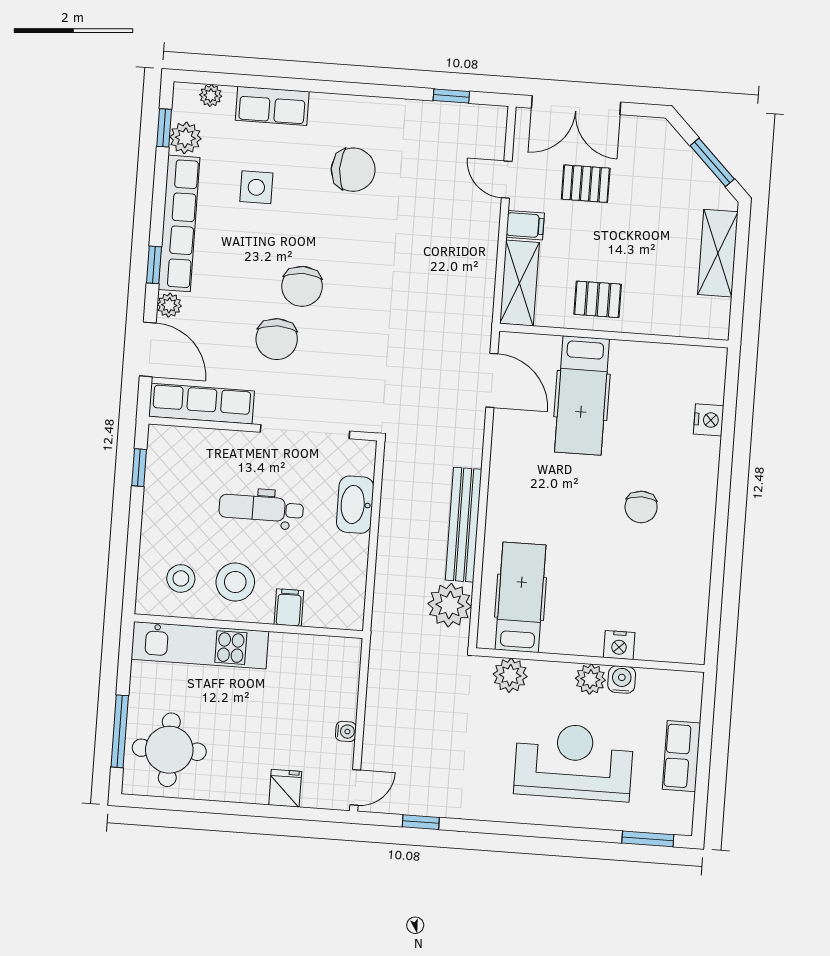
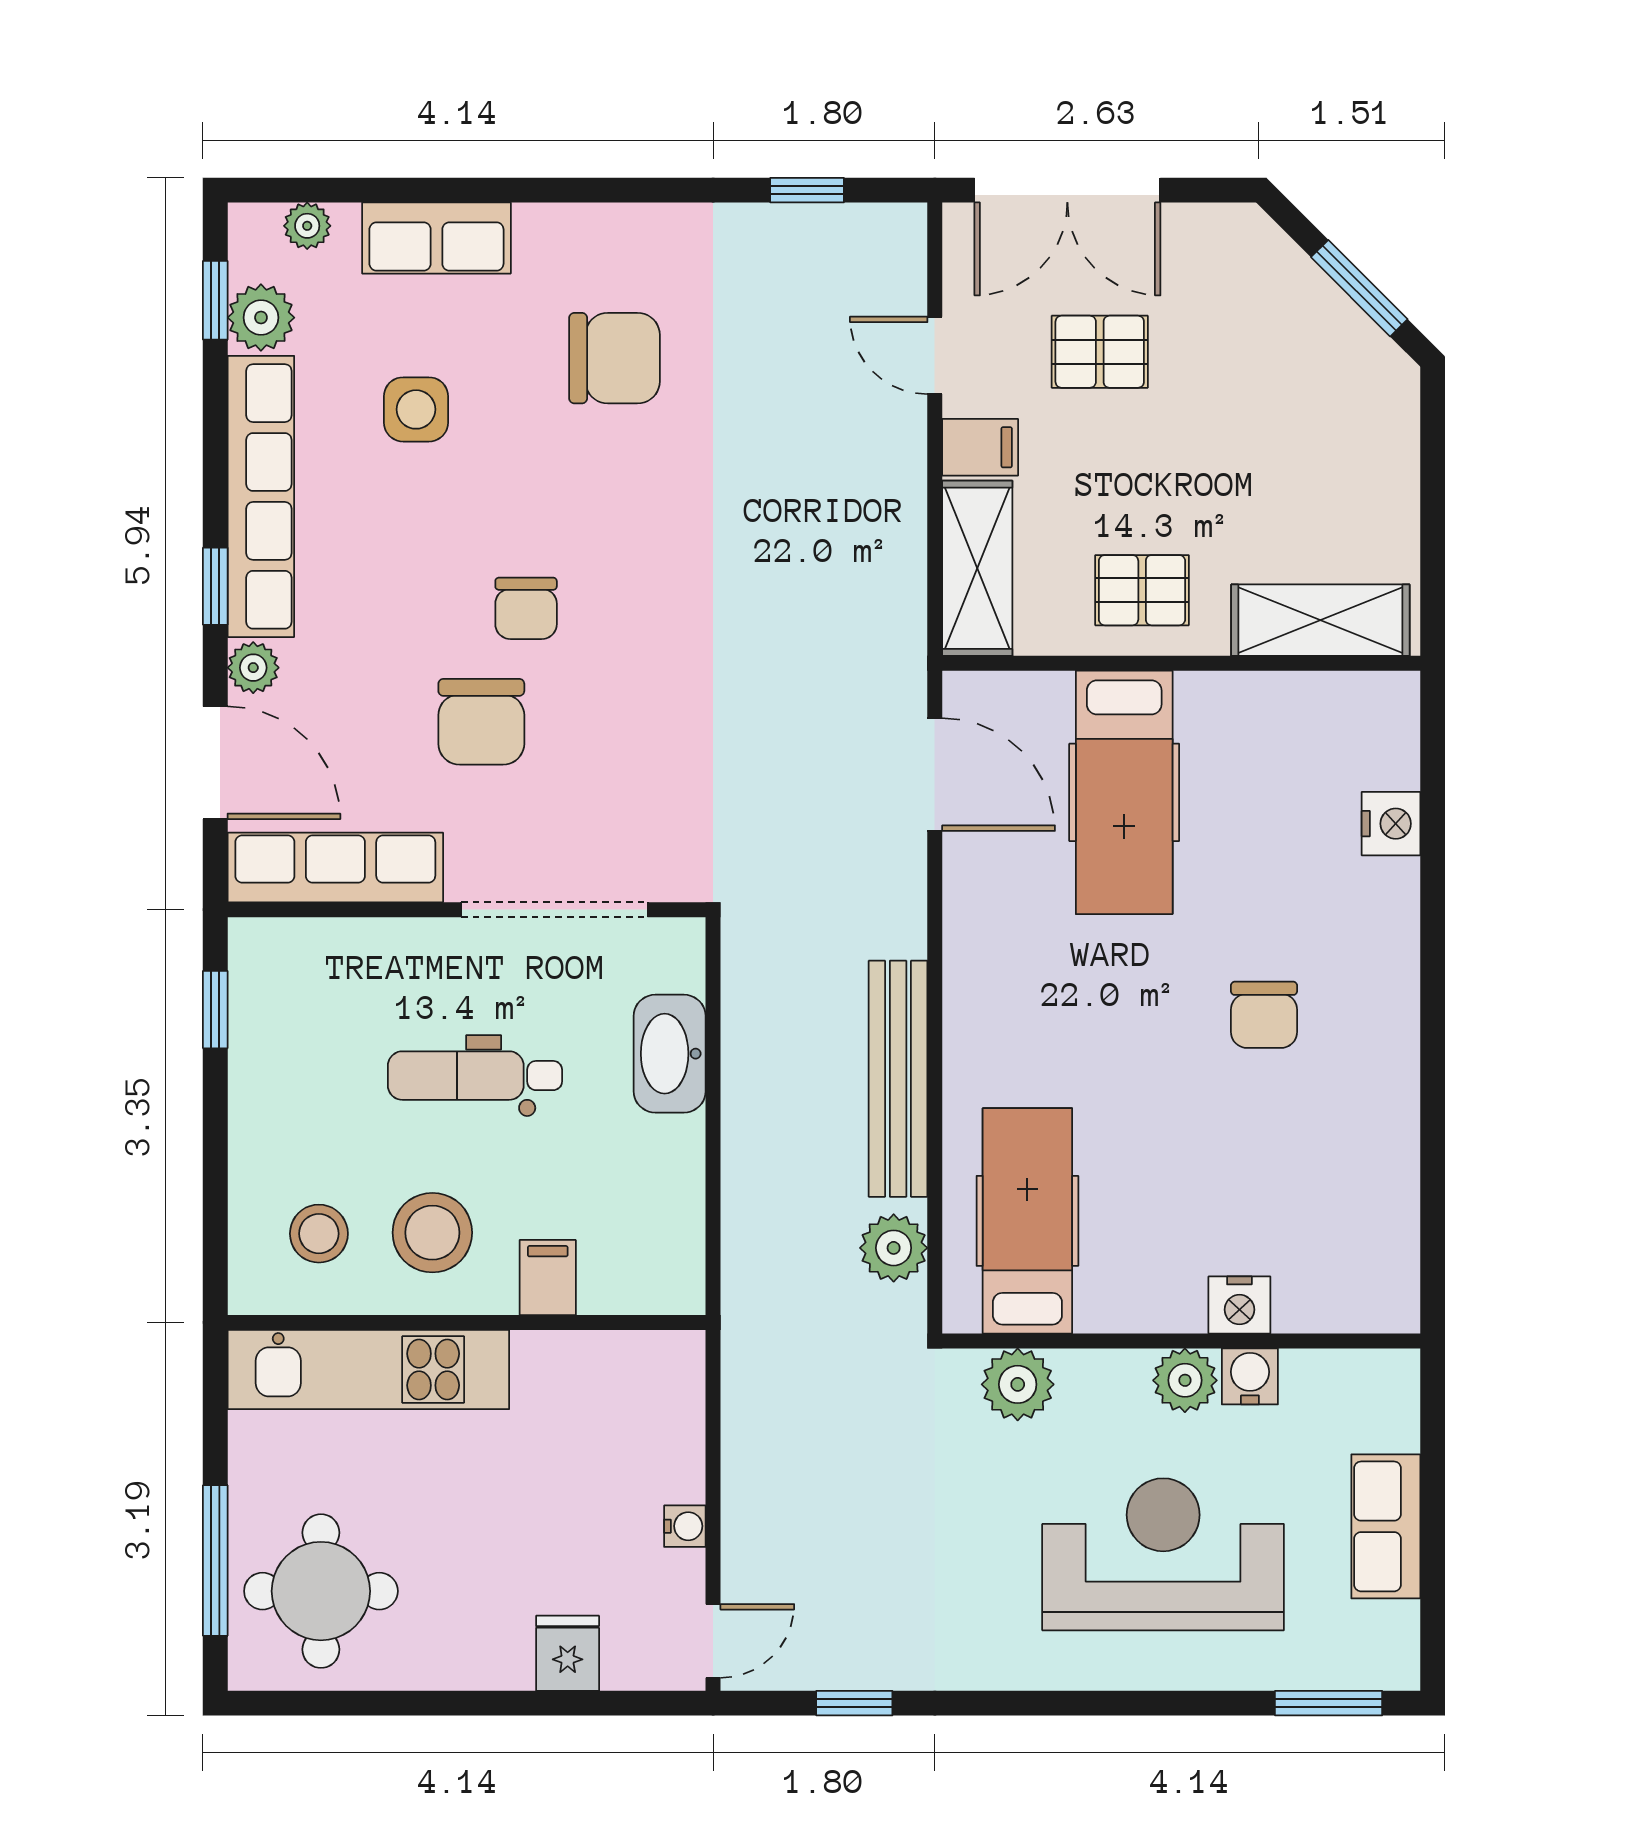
shelving: (718, 253) -> (1320, 620), moved, turned 90
chair: (302, 286) -> (526, 608), width x0.73, depth x0.73
plant: (450, 605) -> (894, 1248), width x0.73, depth x0.73

